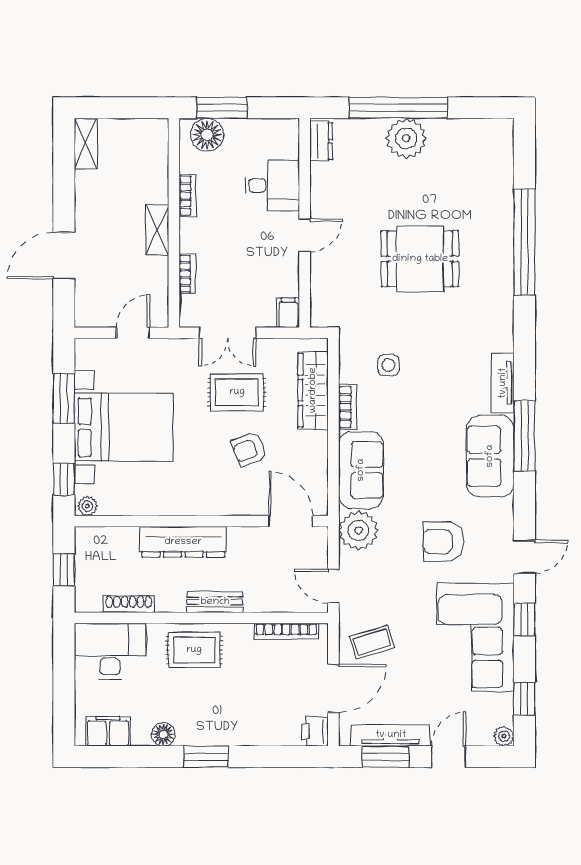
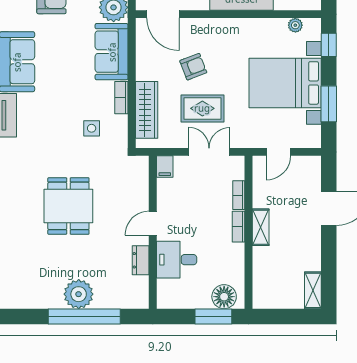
dresser: (321, 141) -> (141, 260), moved
bookcase: (187, 195) -> (238, 227), moved
dining table: (420, 259) -> (68, 206), turned 90
plant: (87, 506) -> (295, 25), moved

